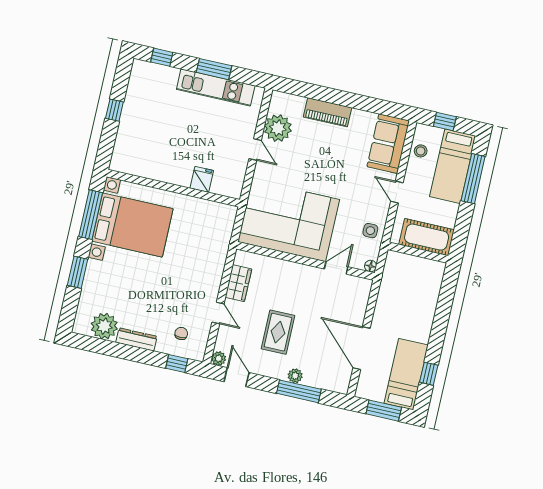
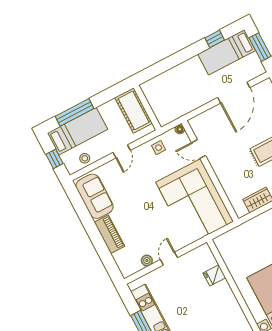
plant: (278, 128) -> (147, 261), width x0.53, depth x0.53
sofa: (388, 144) -> (95, 196), moved, turned -90

